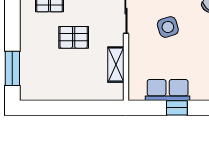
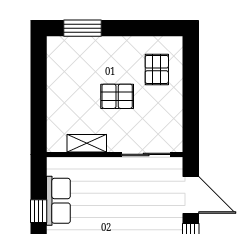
side table: (168, 27) -> (129, 201), removed
pallet: (74, 37) -> (117, 96), turned 90

